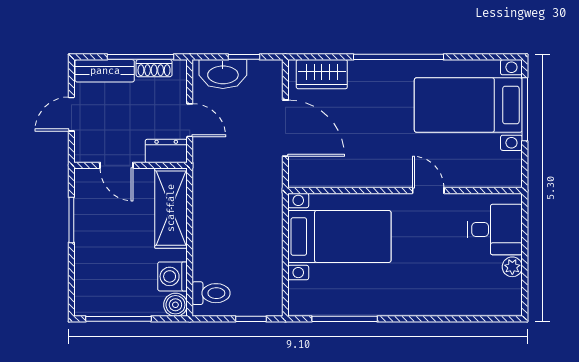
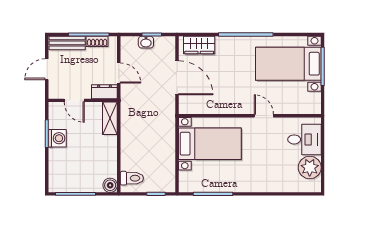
washbasin: (223, 74) -> (146, 42), width x0.52, depth x0.69
shelving: (171, 208) -> (110, 118), width x0.67, depth x0.75
plant: (512, 267) -> (310, 167), width x1.88, depth x1.88
washing machine: (173, 276) -> (57, 138), moved, turned 180

